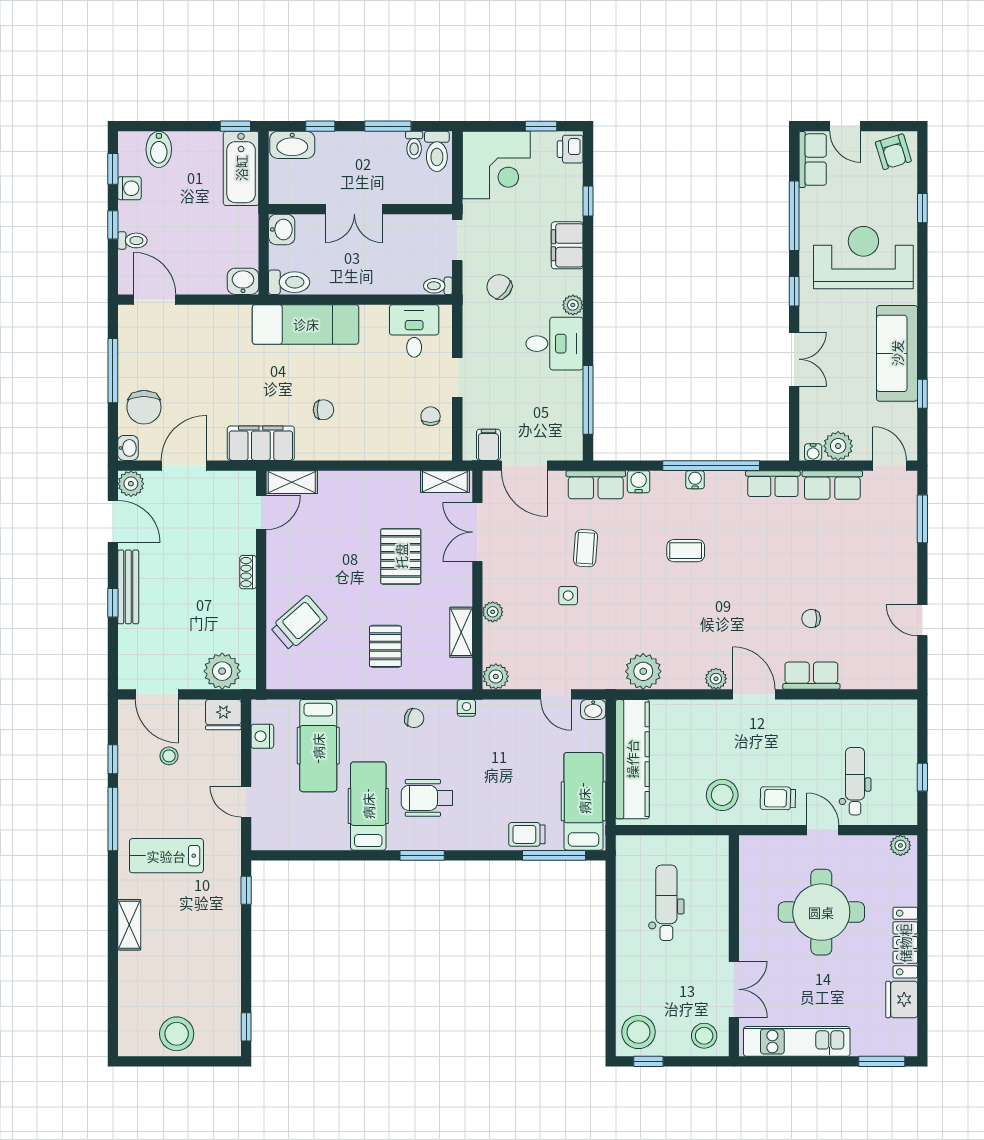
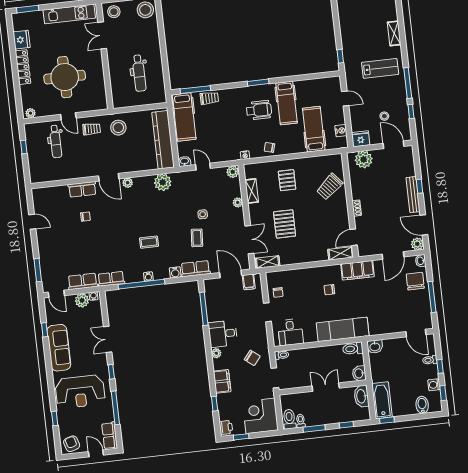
washbasin: (292, 145) -> (361, 396), moved, turned -90

